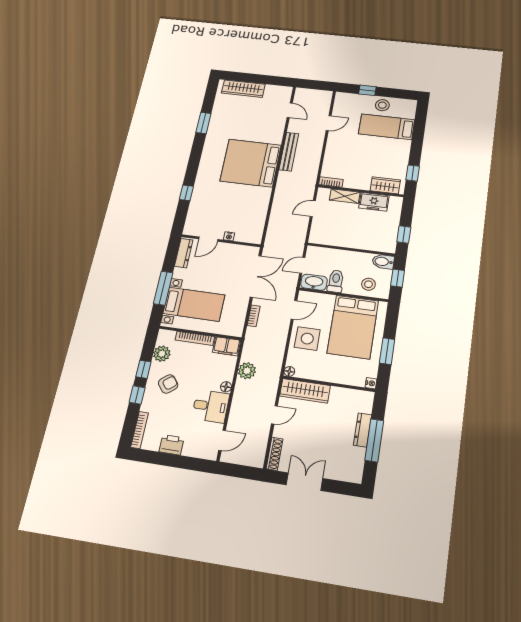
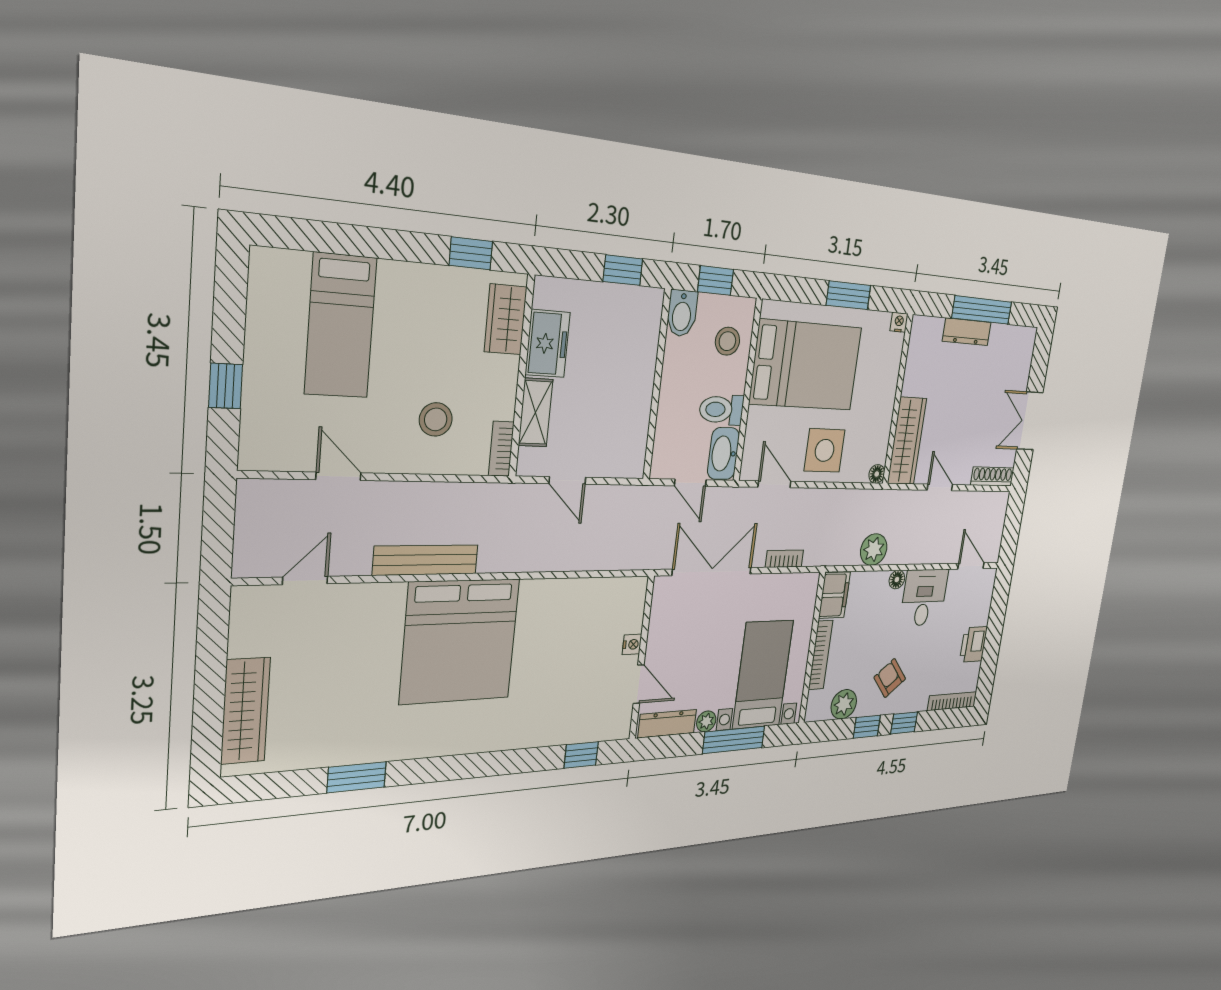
stool: (382, 105) -> (436, 419), moved
window: (186, 193) -> (581, 755), moved
plant: (178, 273) -> (706, 721), added

